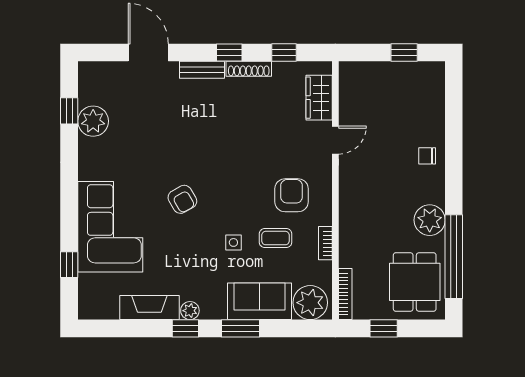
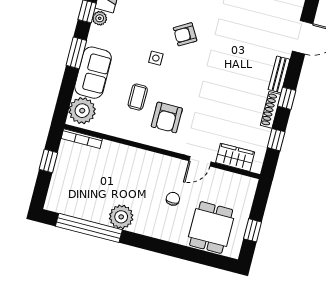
door: (335, 140) -> (200, 161), hinge flipped
chair: (427, 156) -> (173, 199), moved
armchair: (292, 195) -> (167, 117), turned 90
side table: (233, 242) -> (156, 58), moved
bookcase: (325, 243) -> (124, 134), removed
dining table: (415, 282) -> (211, 228), moved, turned 90

